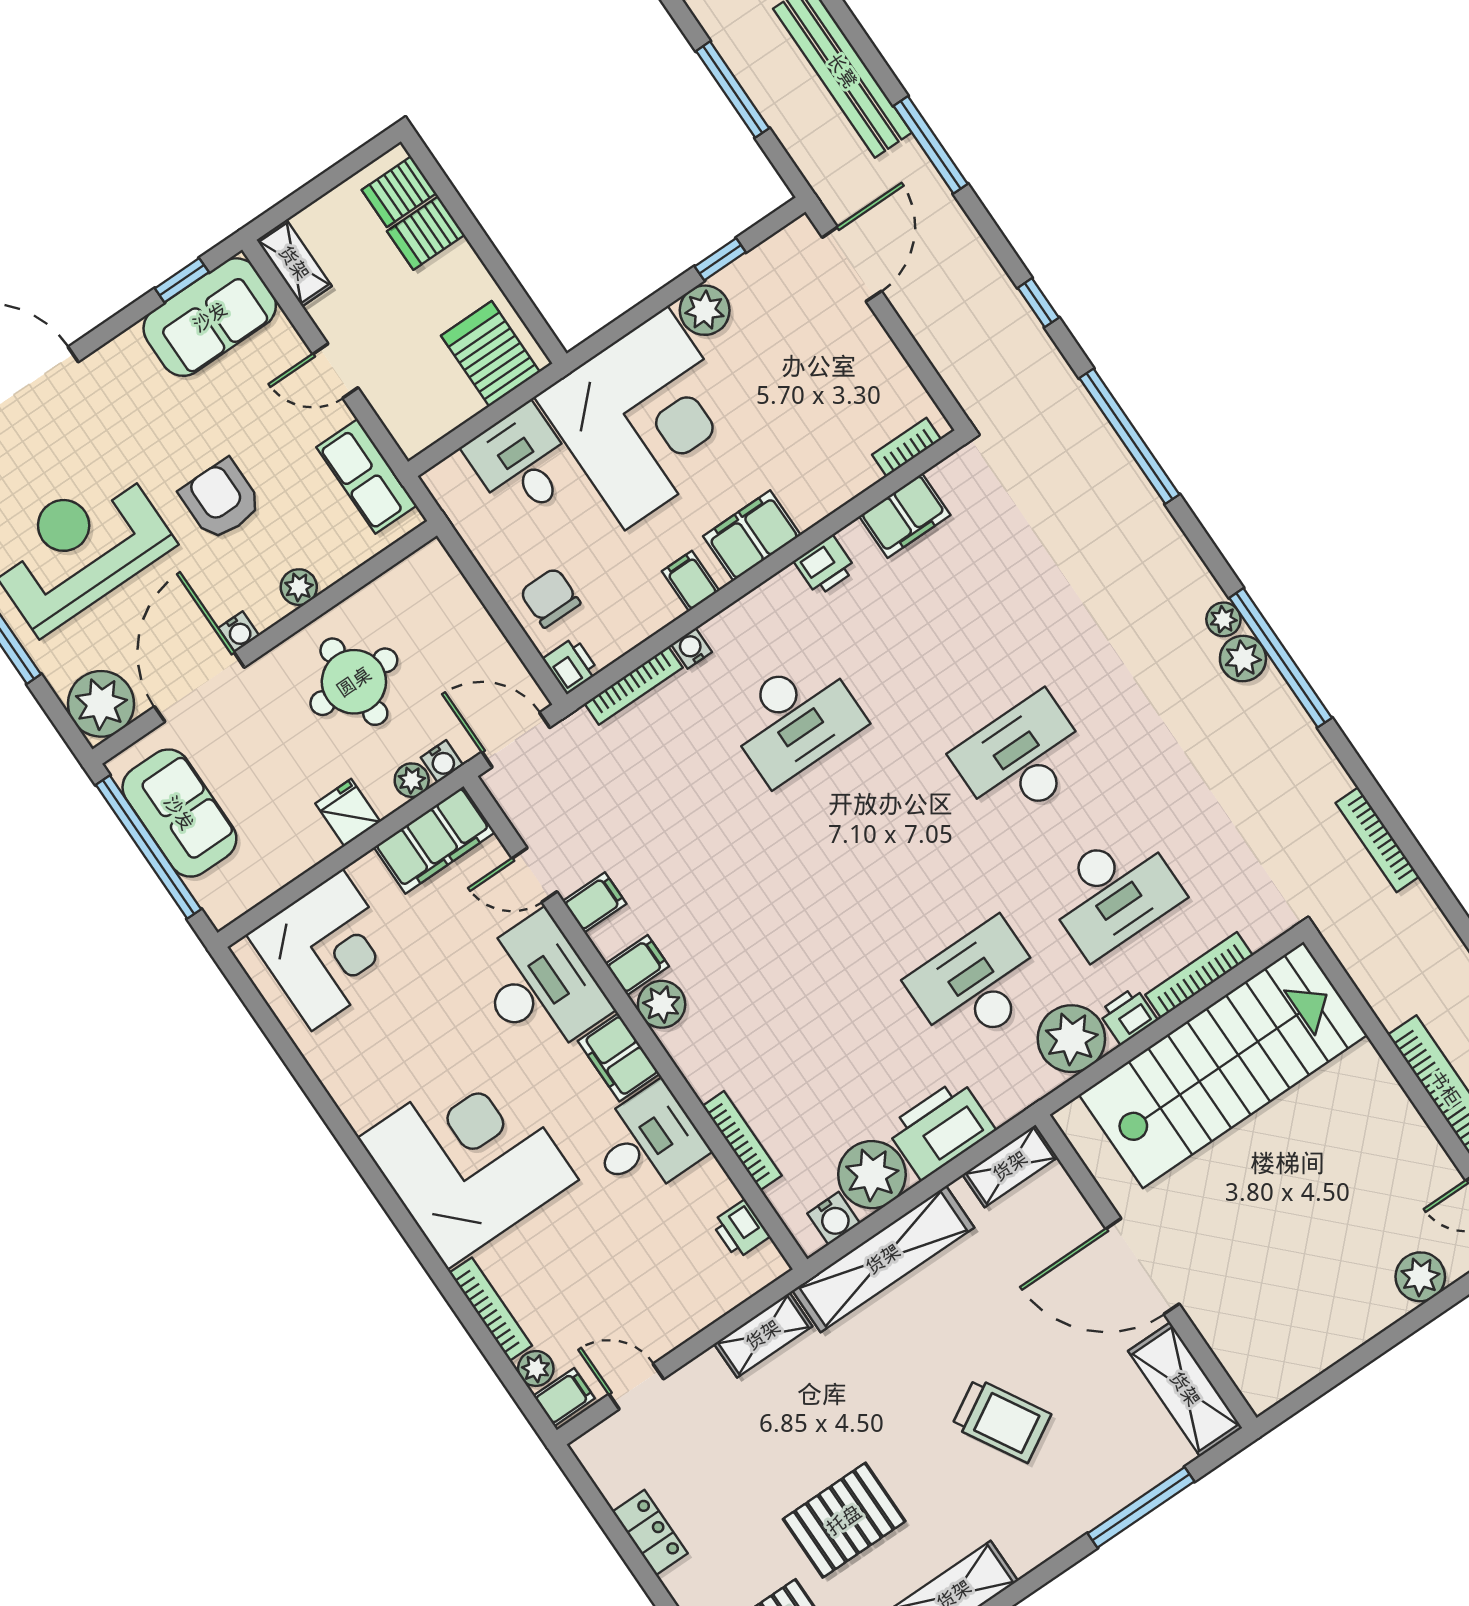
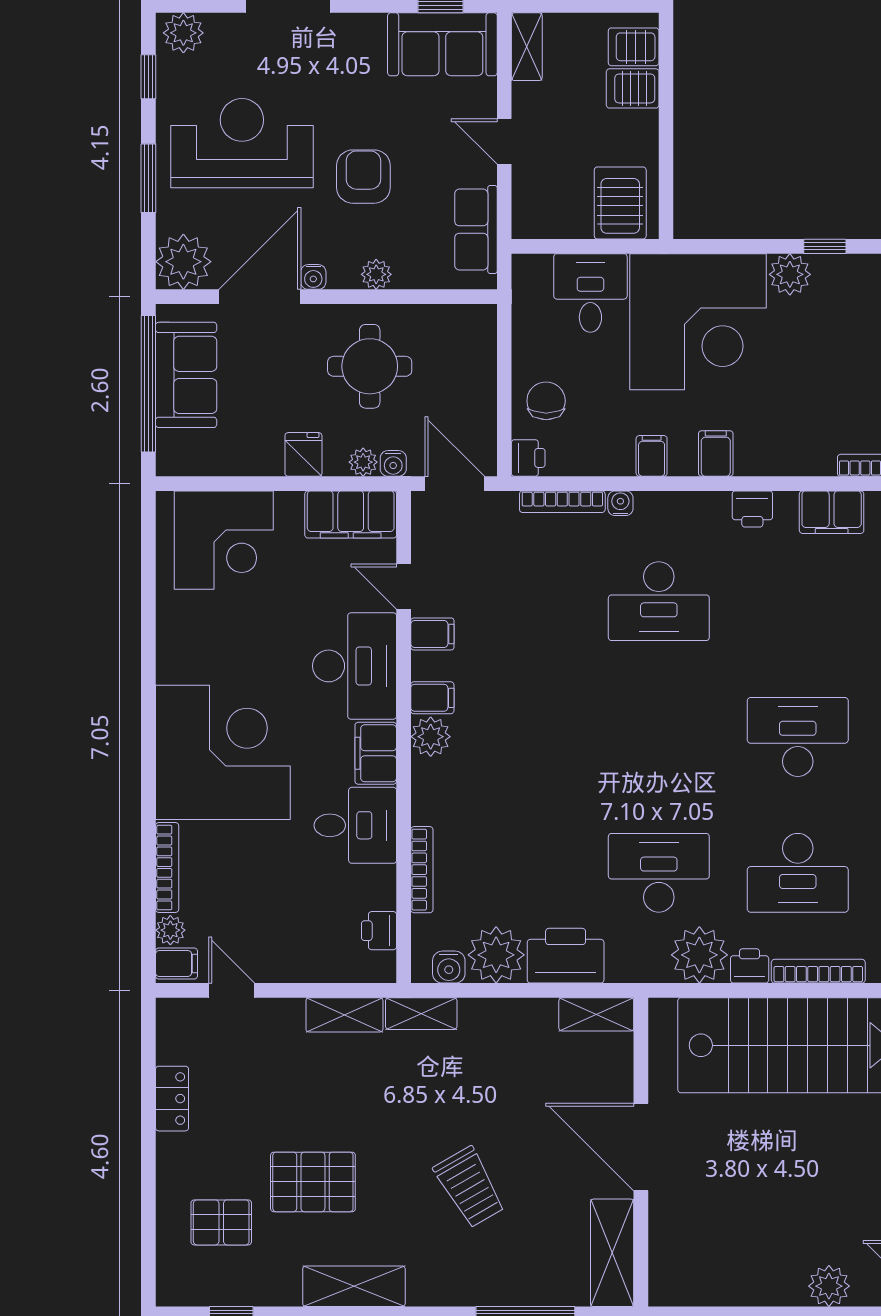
filing cabinet: (752, 536) -> (716, 453), width x0.50
shelving: (883, 1259) -> (421, 1014), width x0.45, depth x0.75

